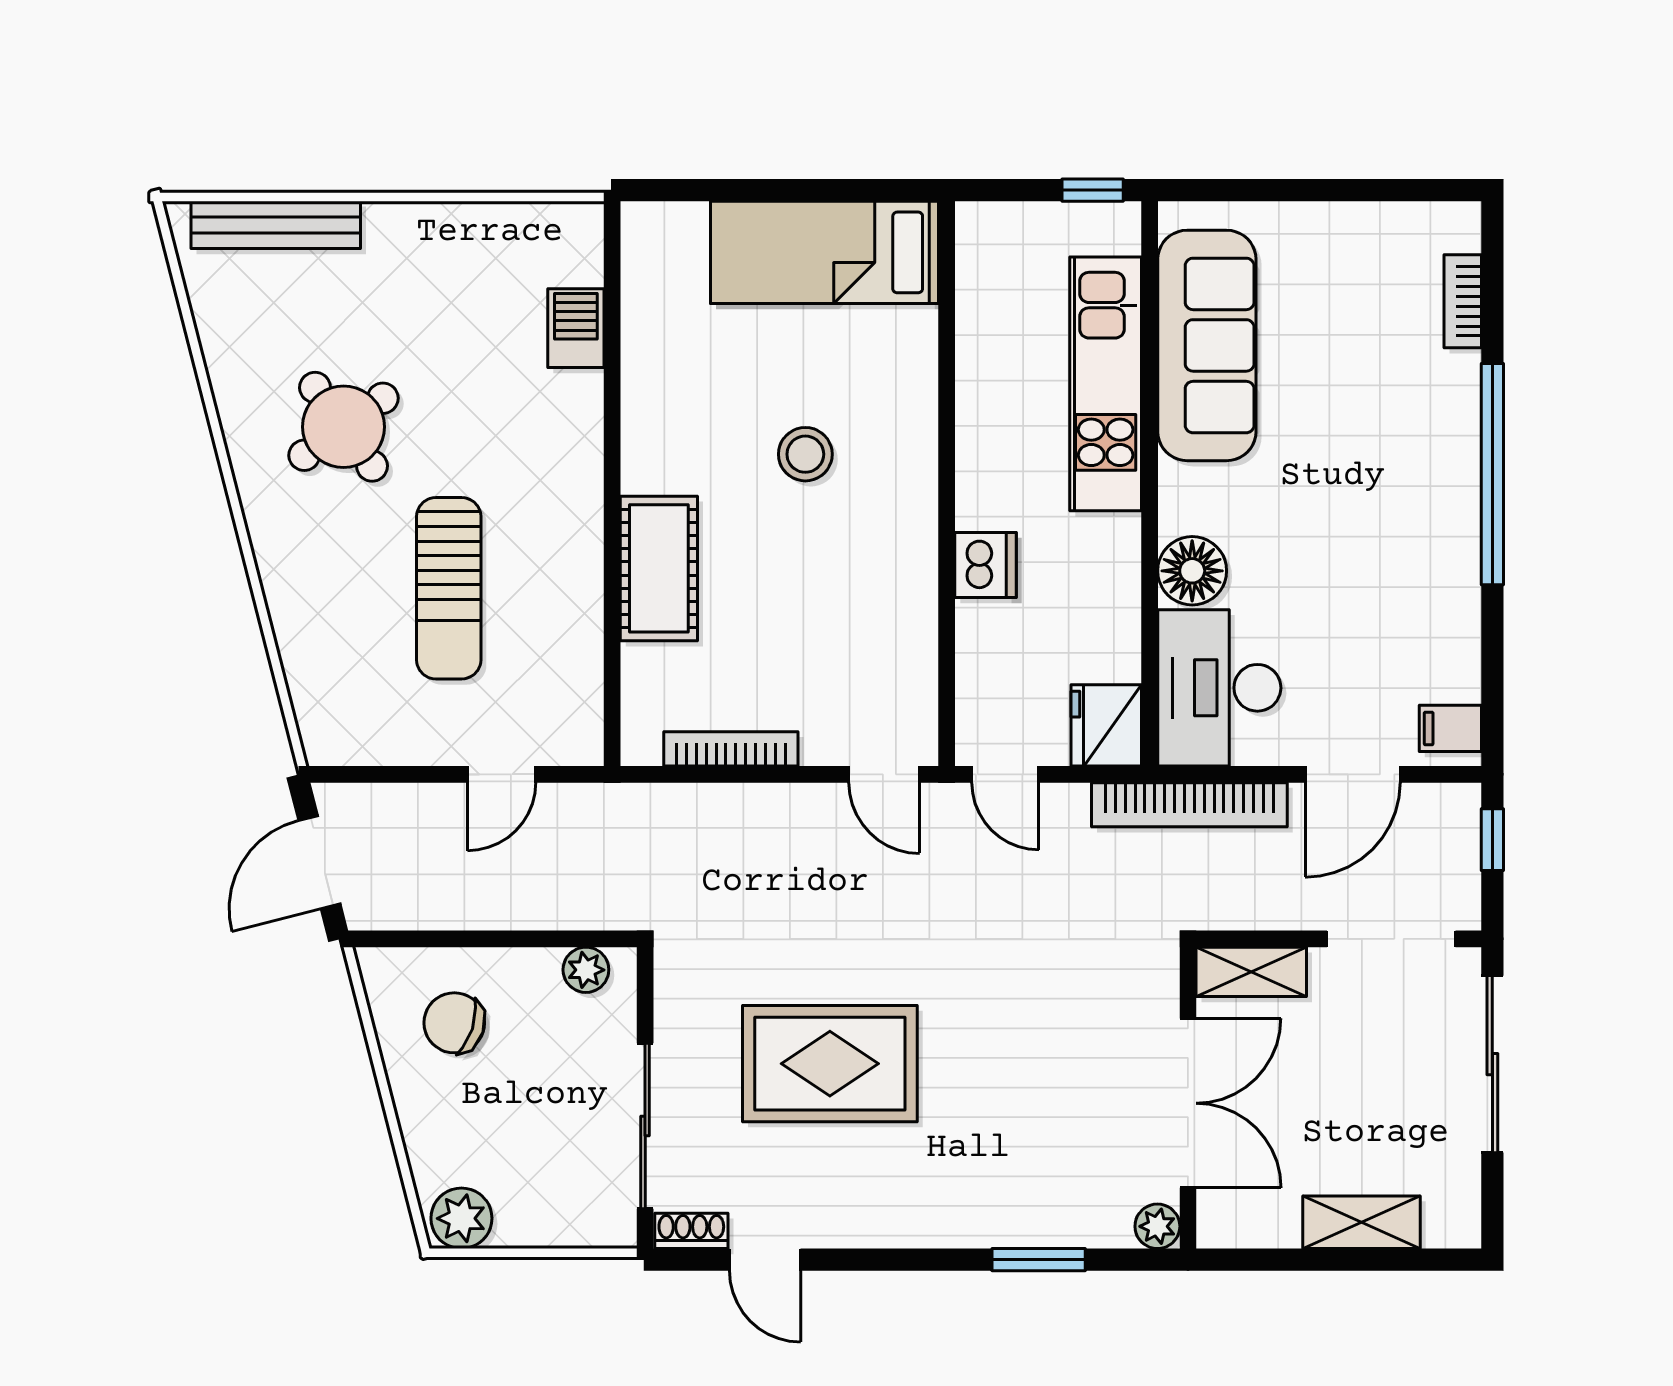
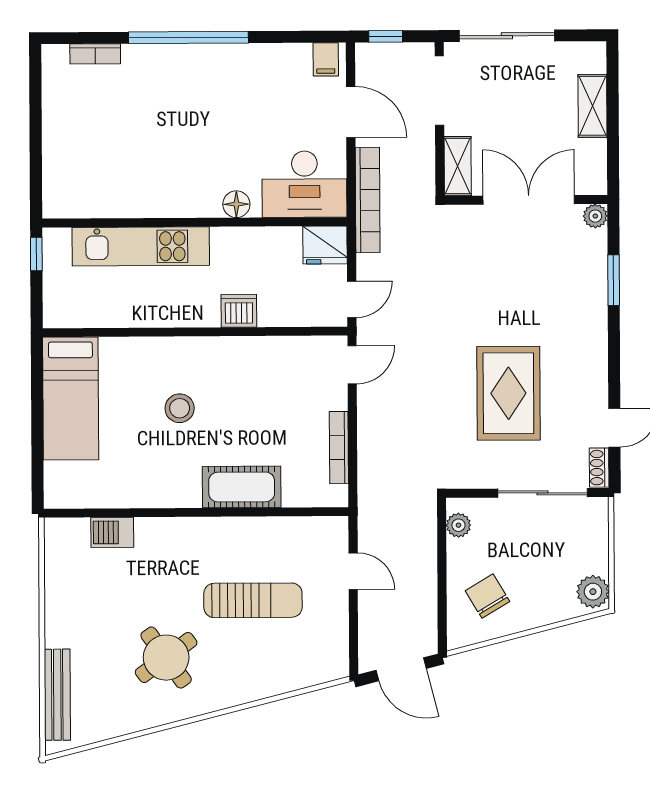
sofa: (1207, 345) -> (120, 192), removed
floor lamp: (1192, 571) -> (236, 204), width x0.73, depth x0.73
chair: (454, 1023) -> (487, 596), turned 131

